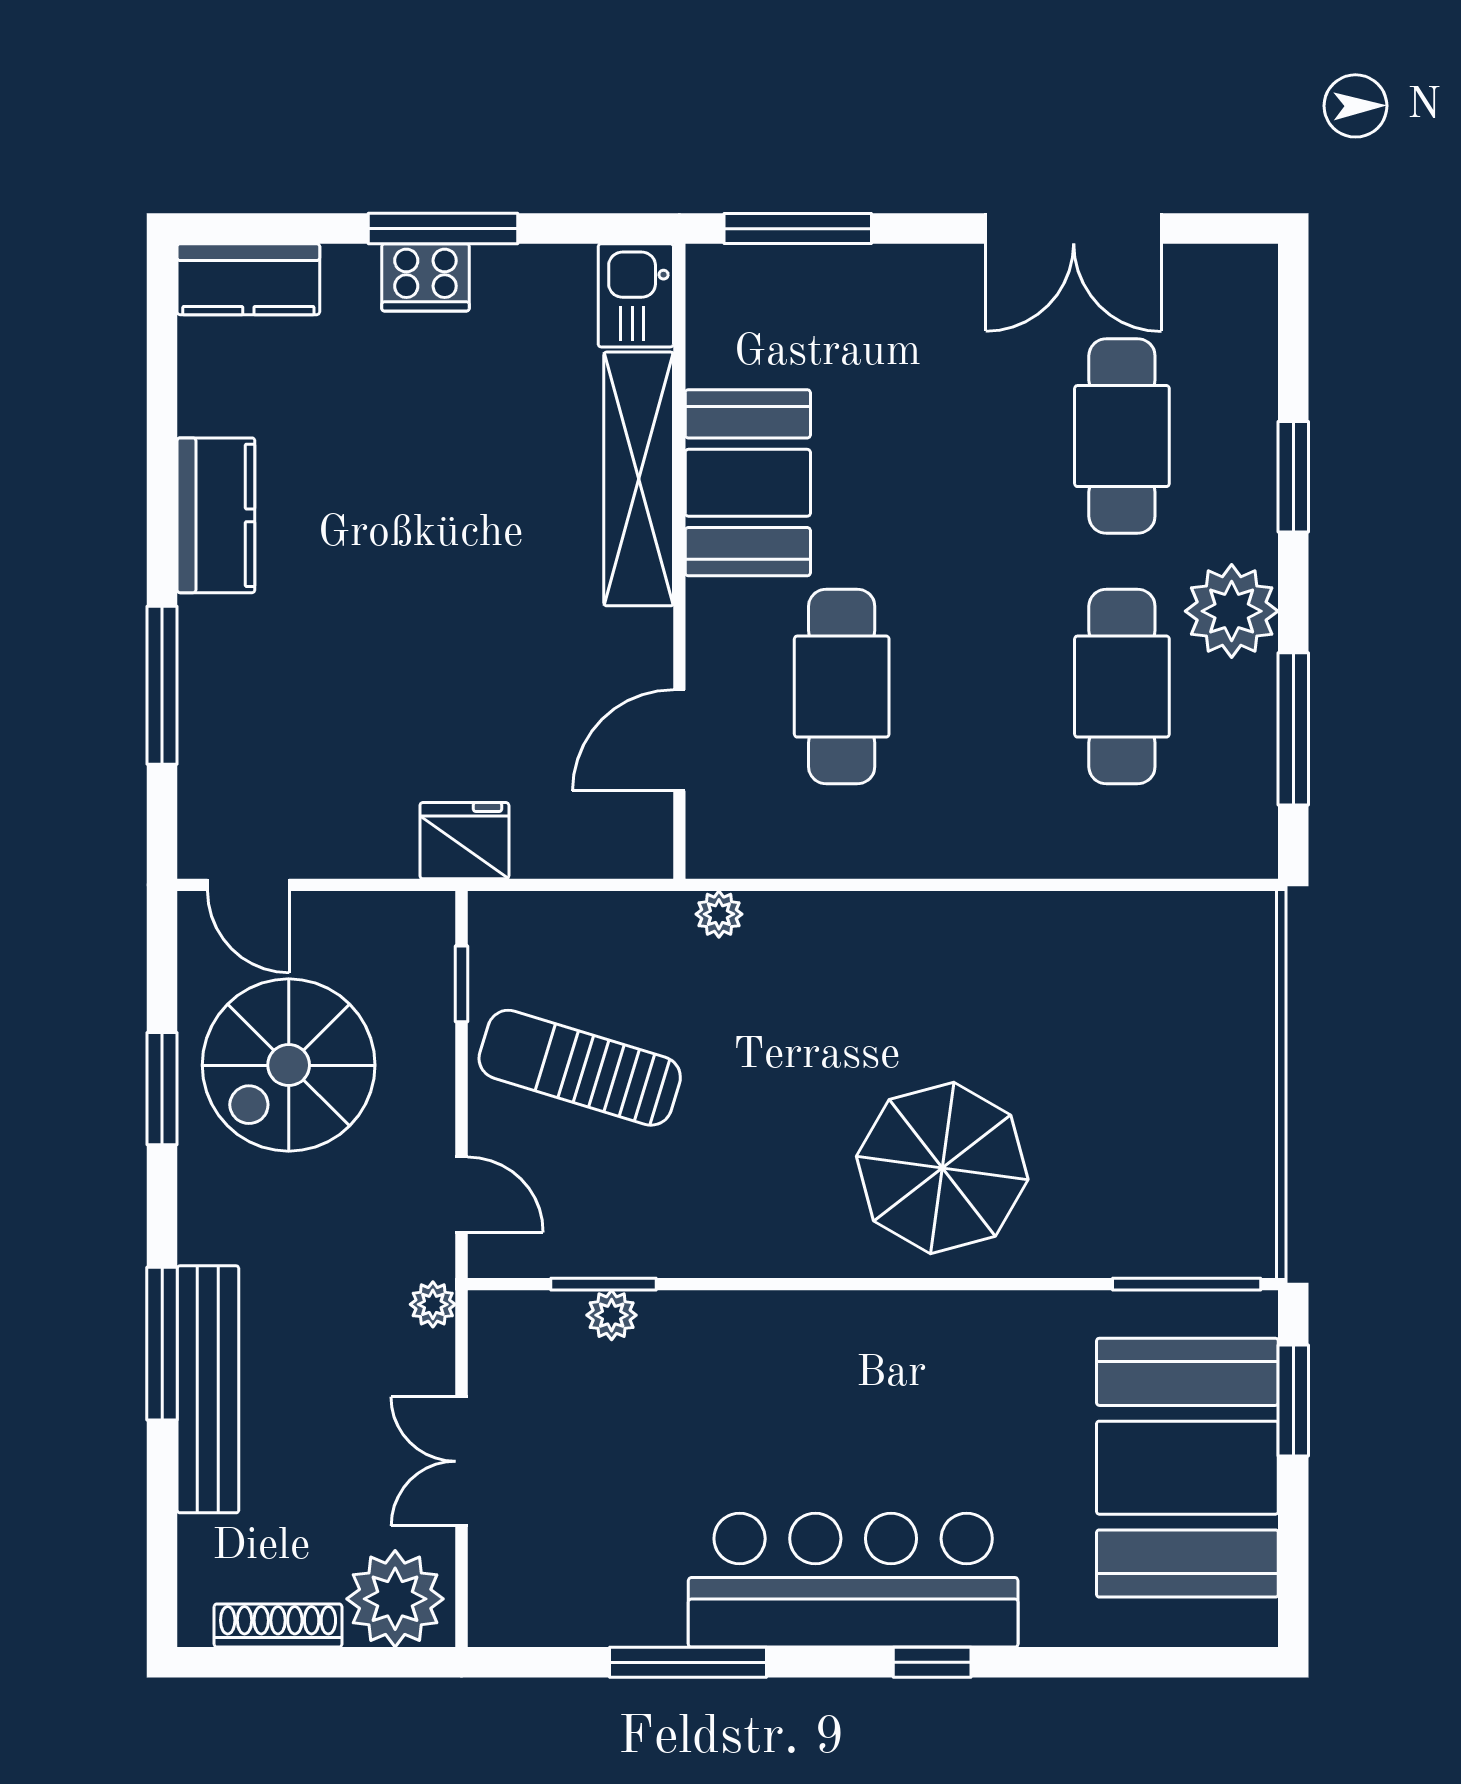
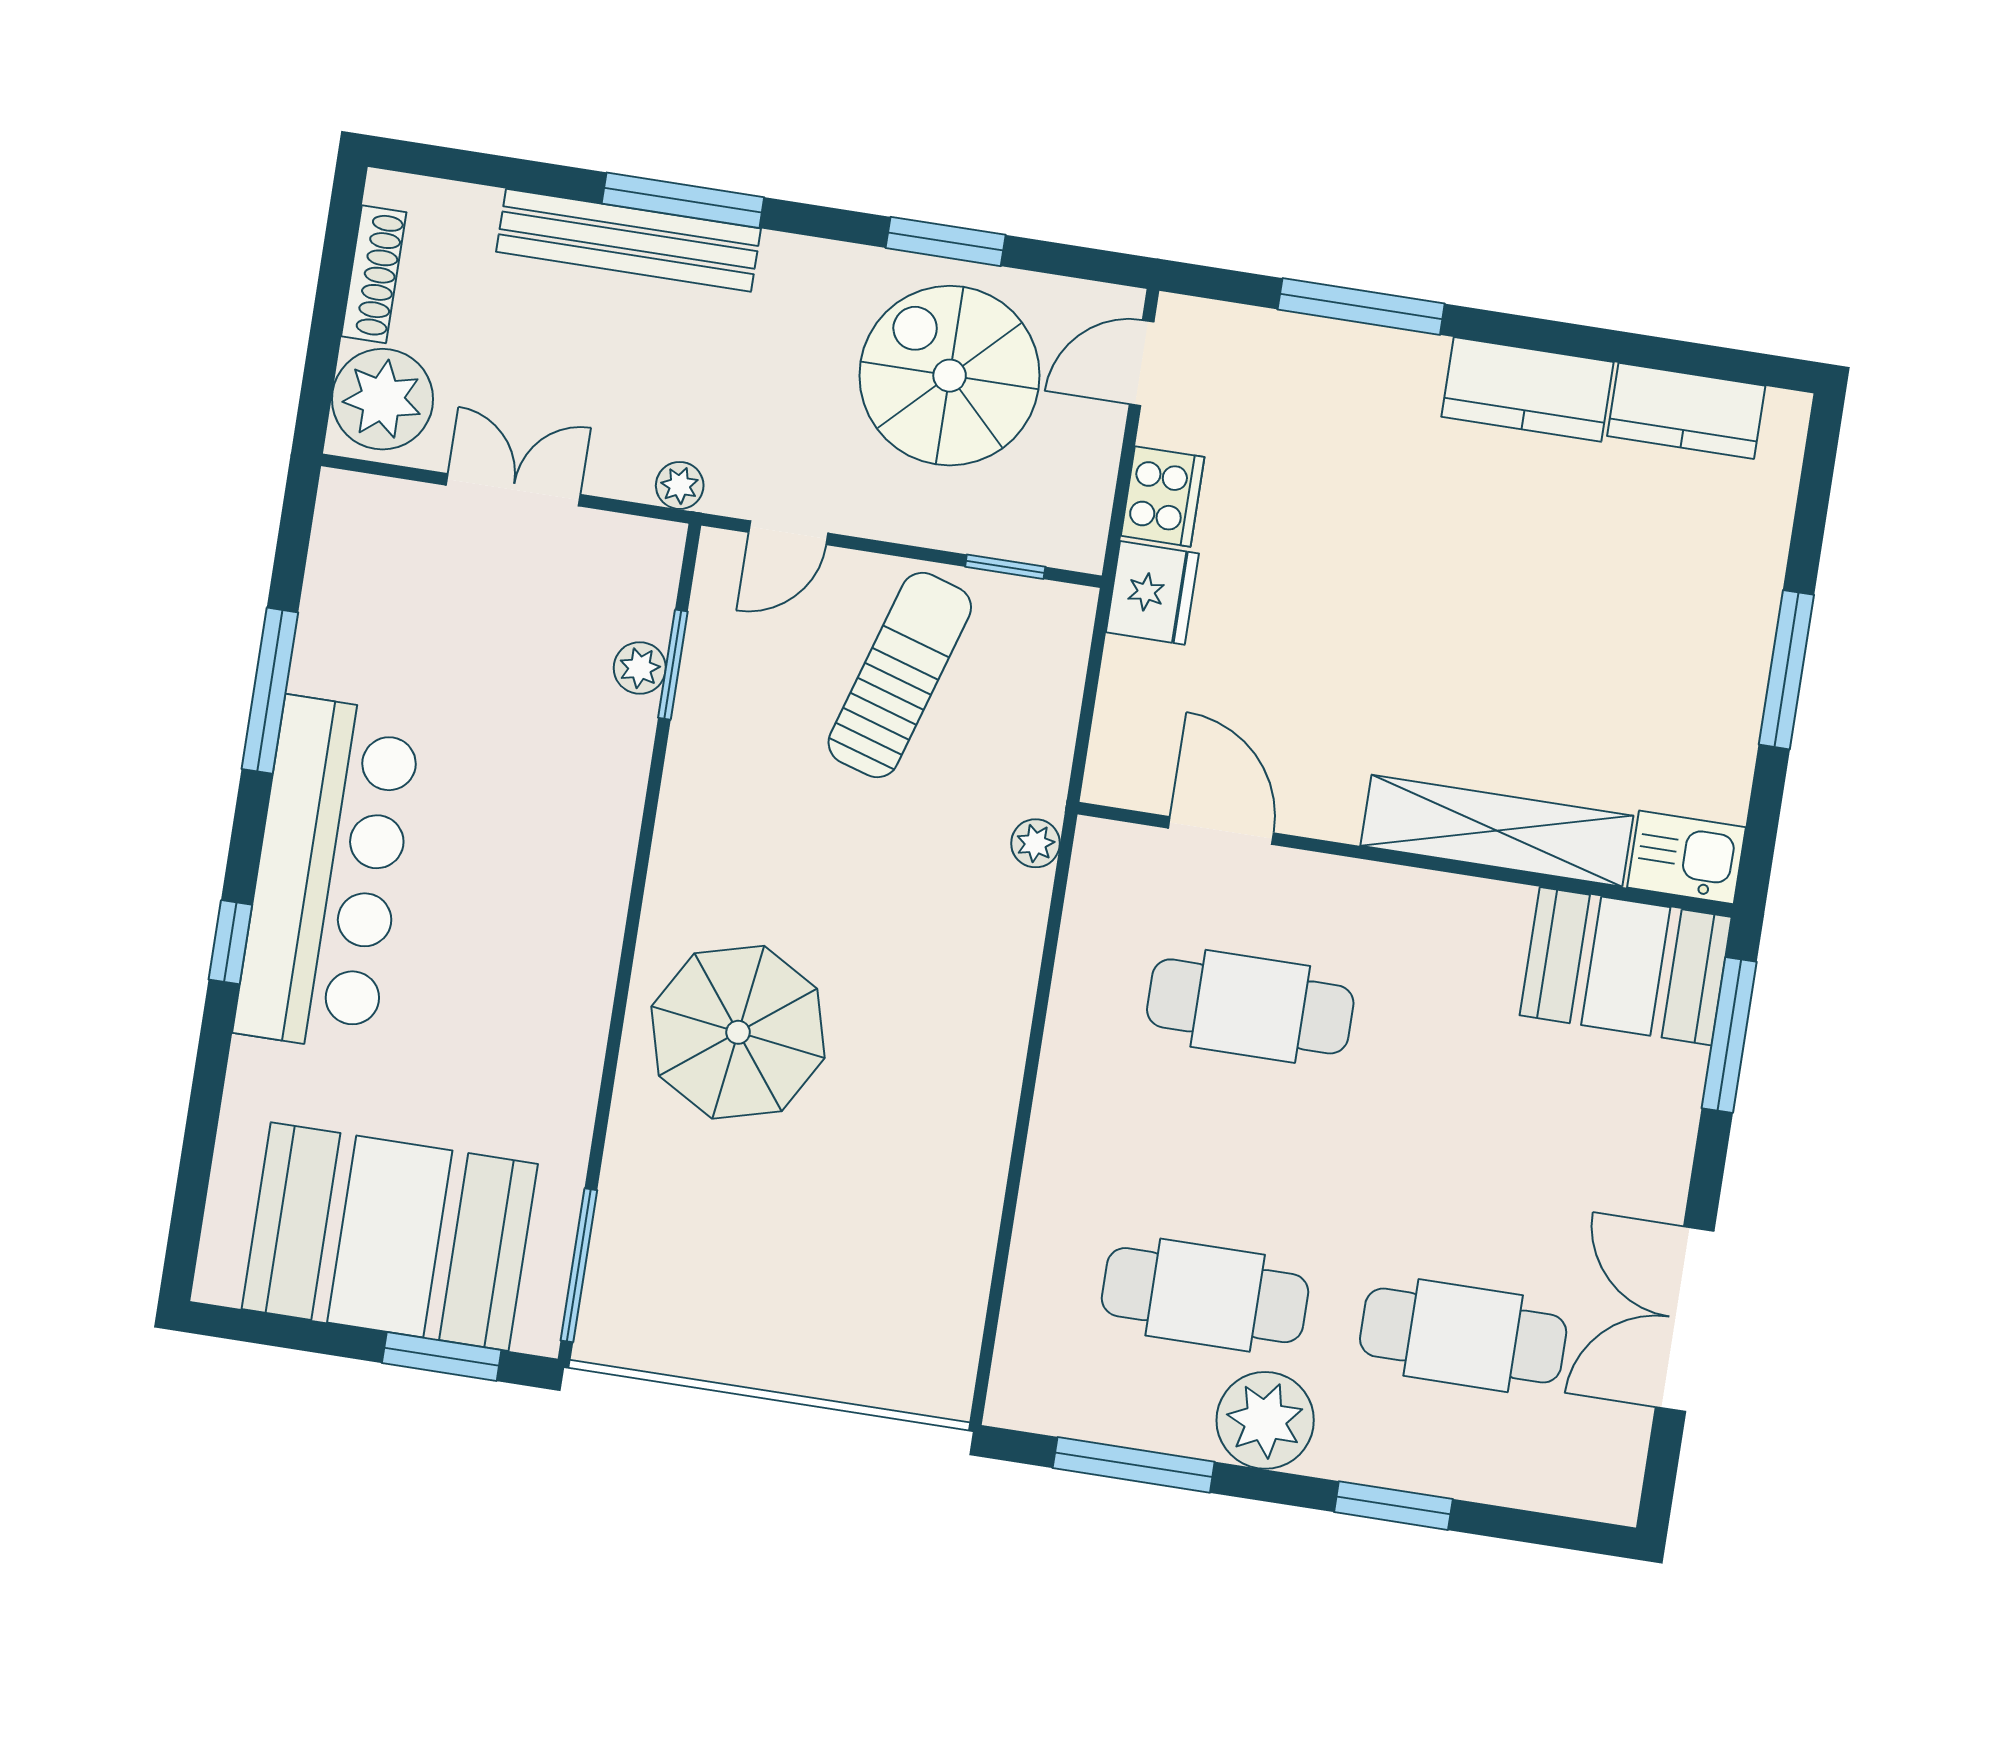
cooker: (425, 277) -> (1163, 496), moved, turned 180
kitchen counter: (248, 279) -> (1686, 411), moved, turned -90
booth: (748, 483) -> (1626, 966), moved

